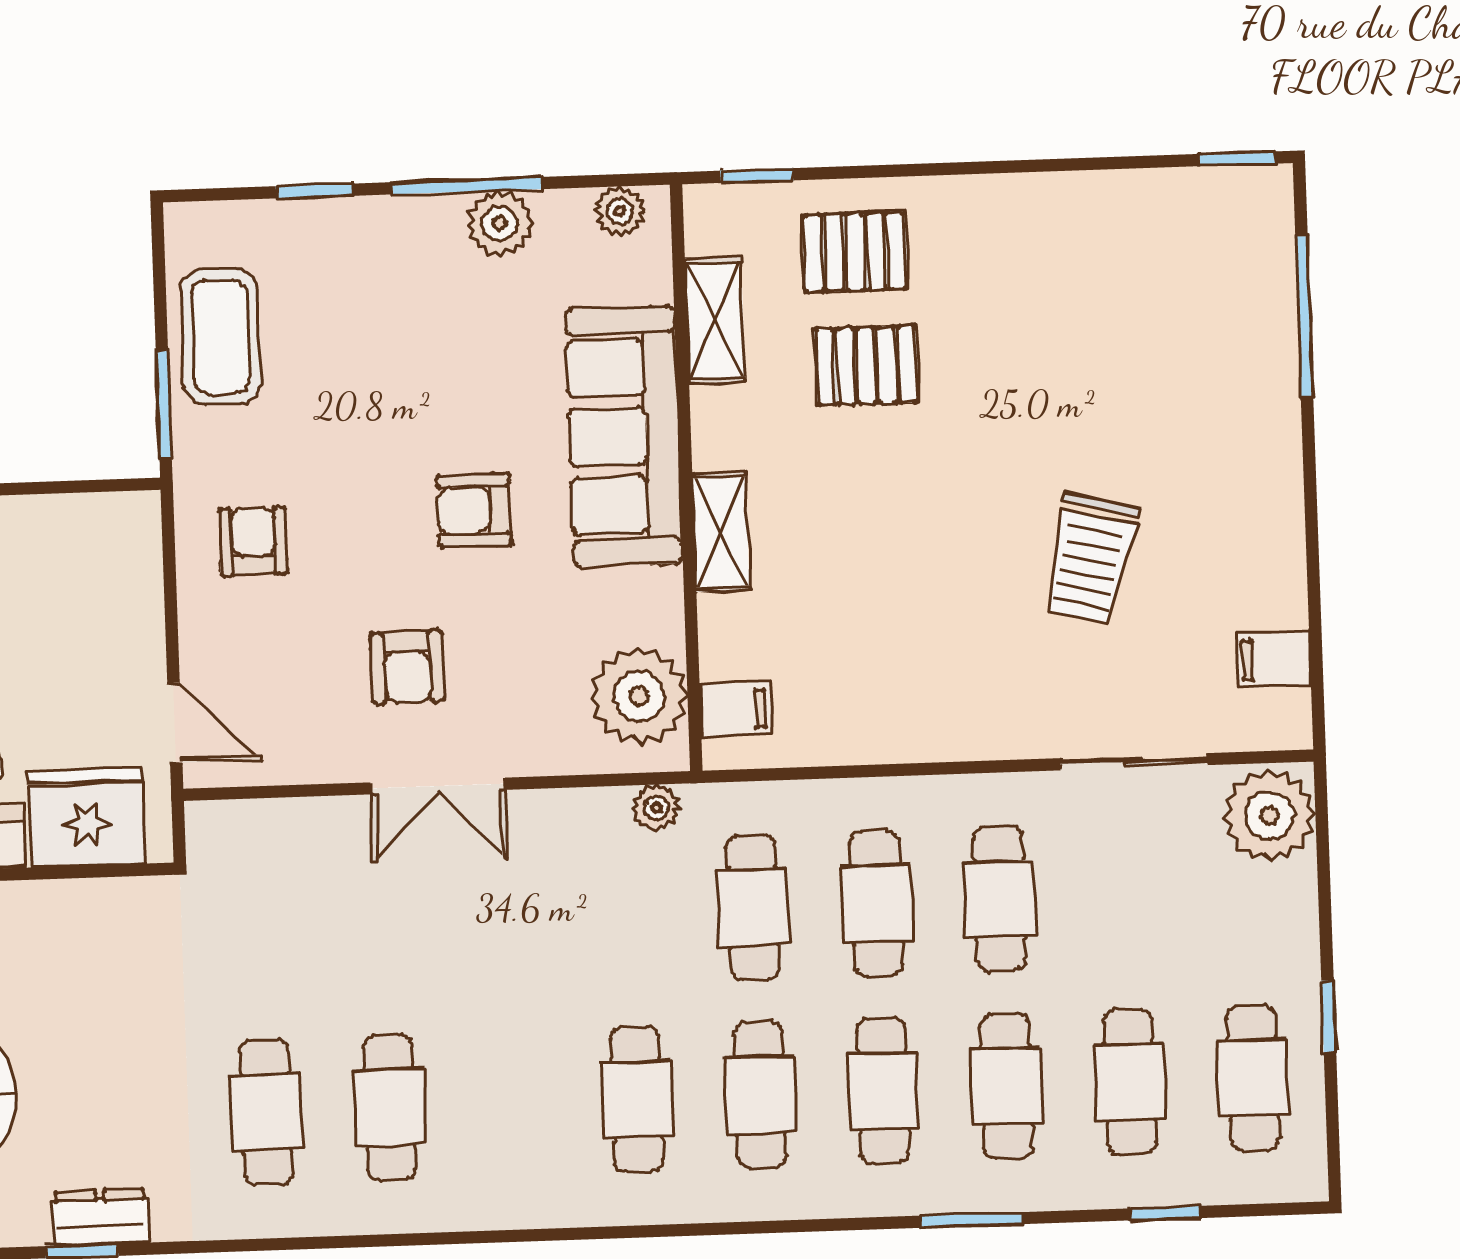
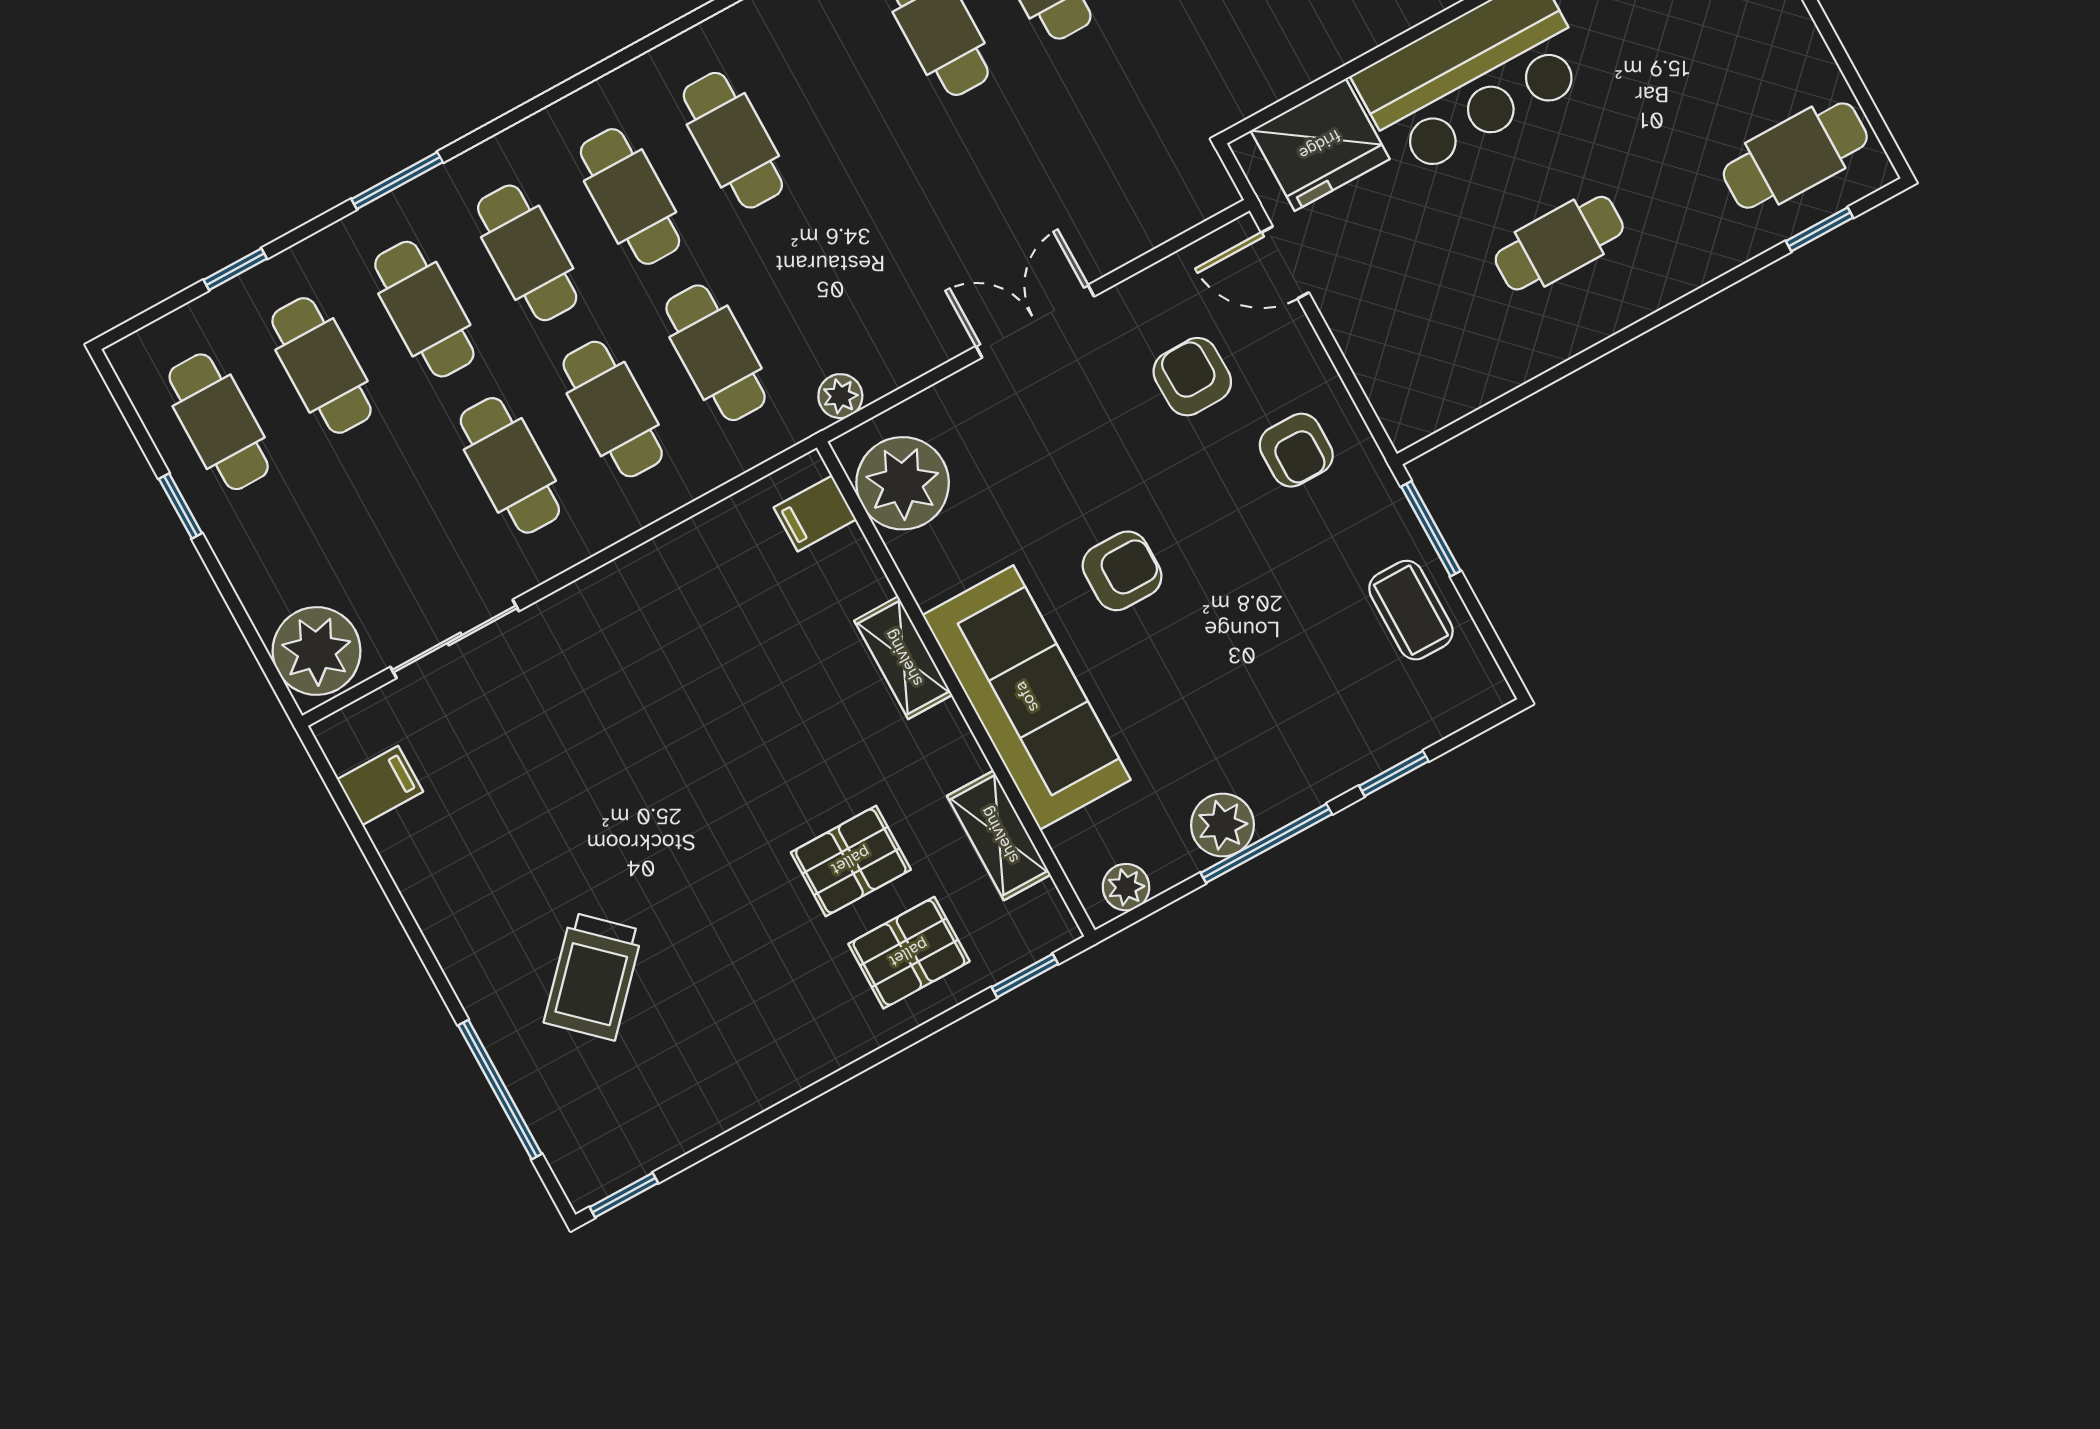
coffee table: (221, 337) -> (1411, 610), width x0.73, depth x0.77
trolley: (1090, 559) -> (593, 976), moved, turned -151
armchair: (407, 667) -> (1192, 377), moved

